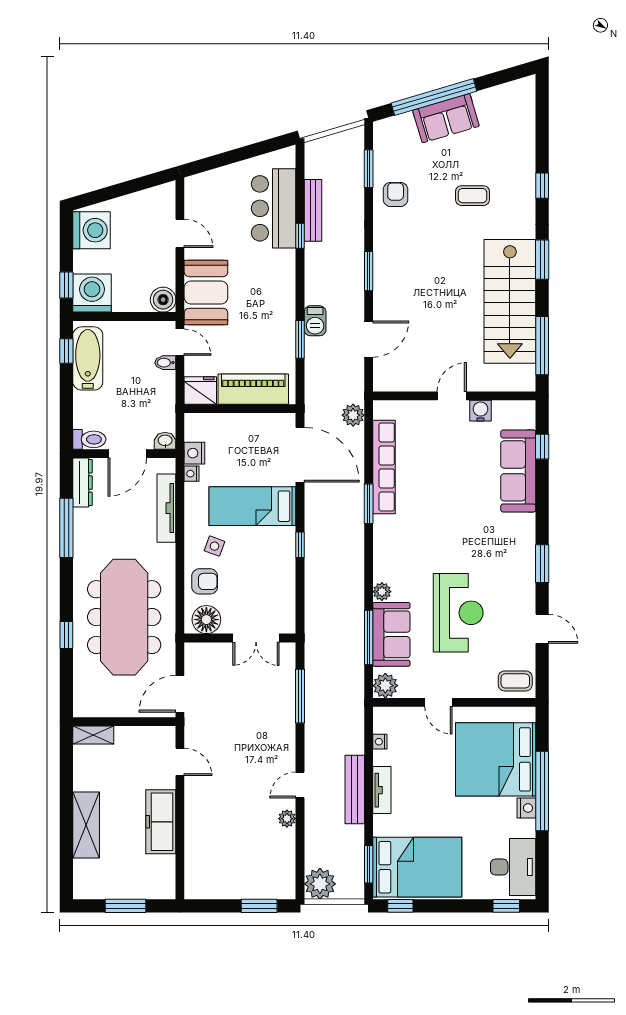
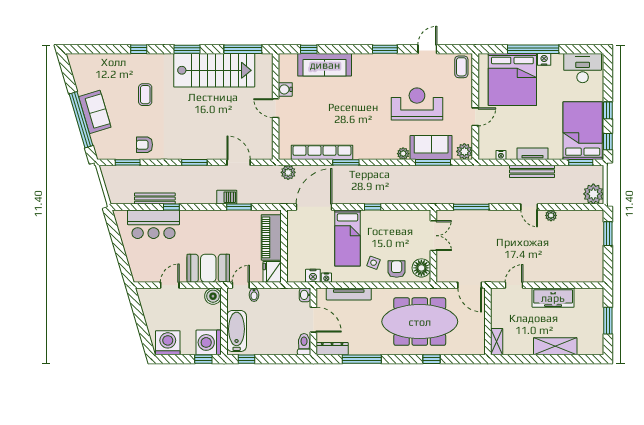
bathtub: (88, 358) -> (237, 331), moved, turned 90
window: (506, 906) -> (608, 110), moved

